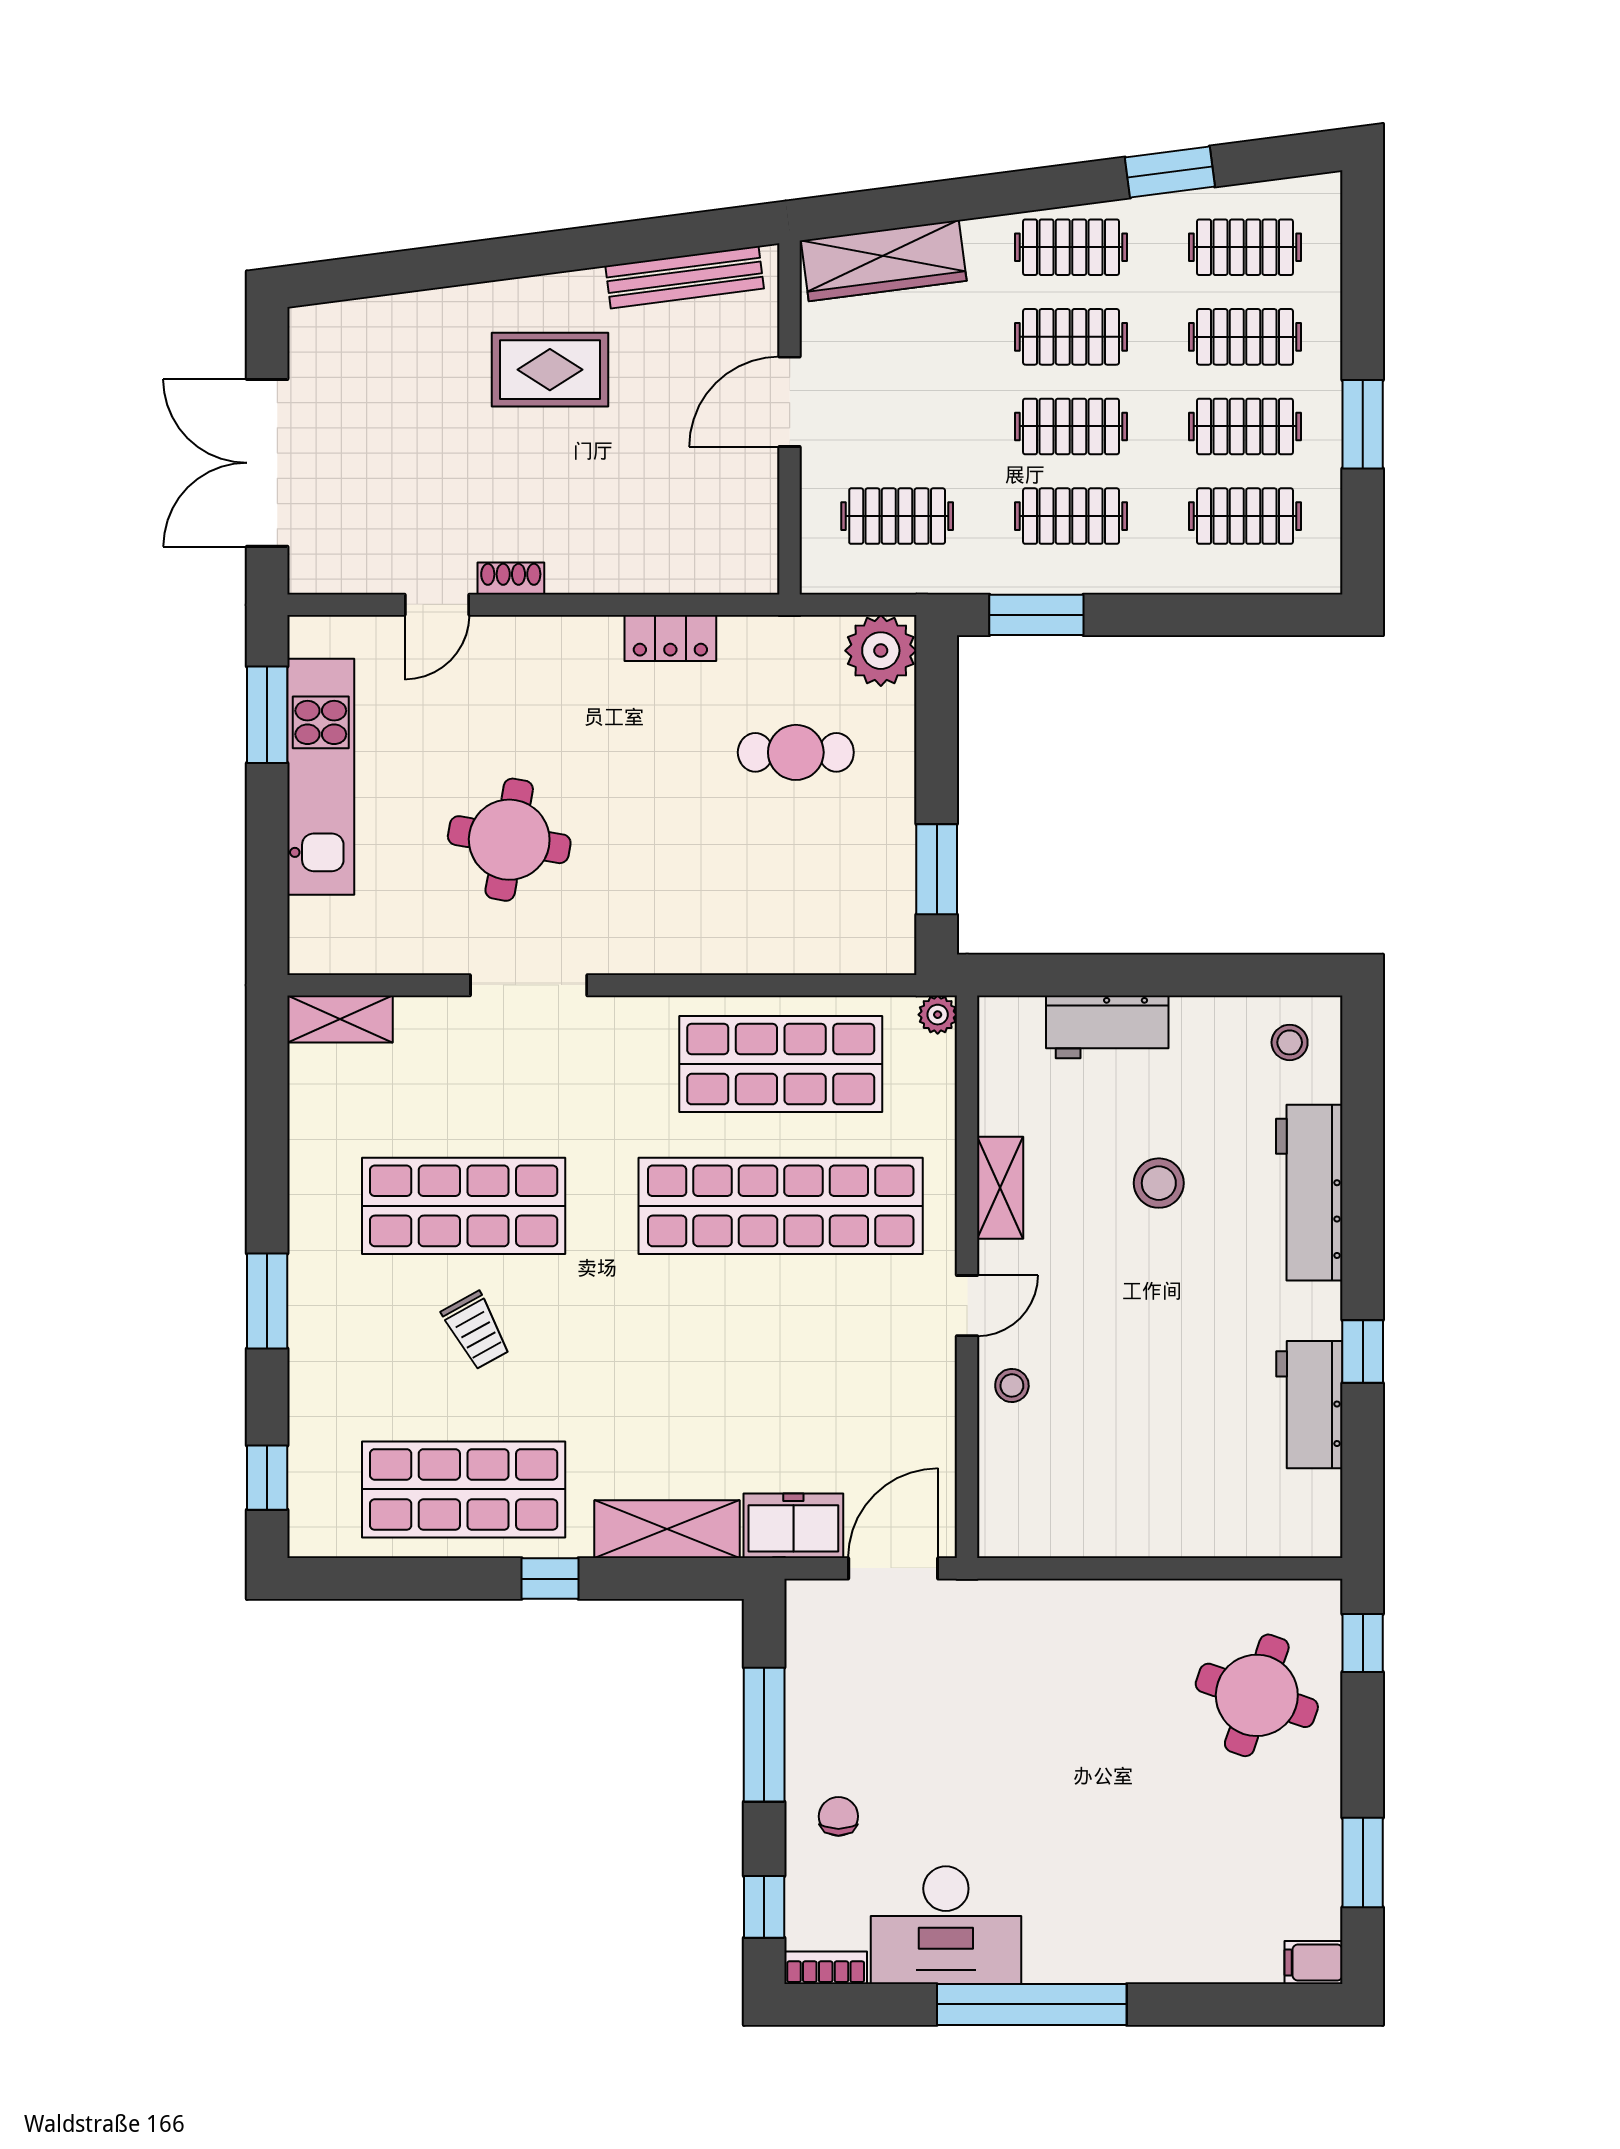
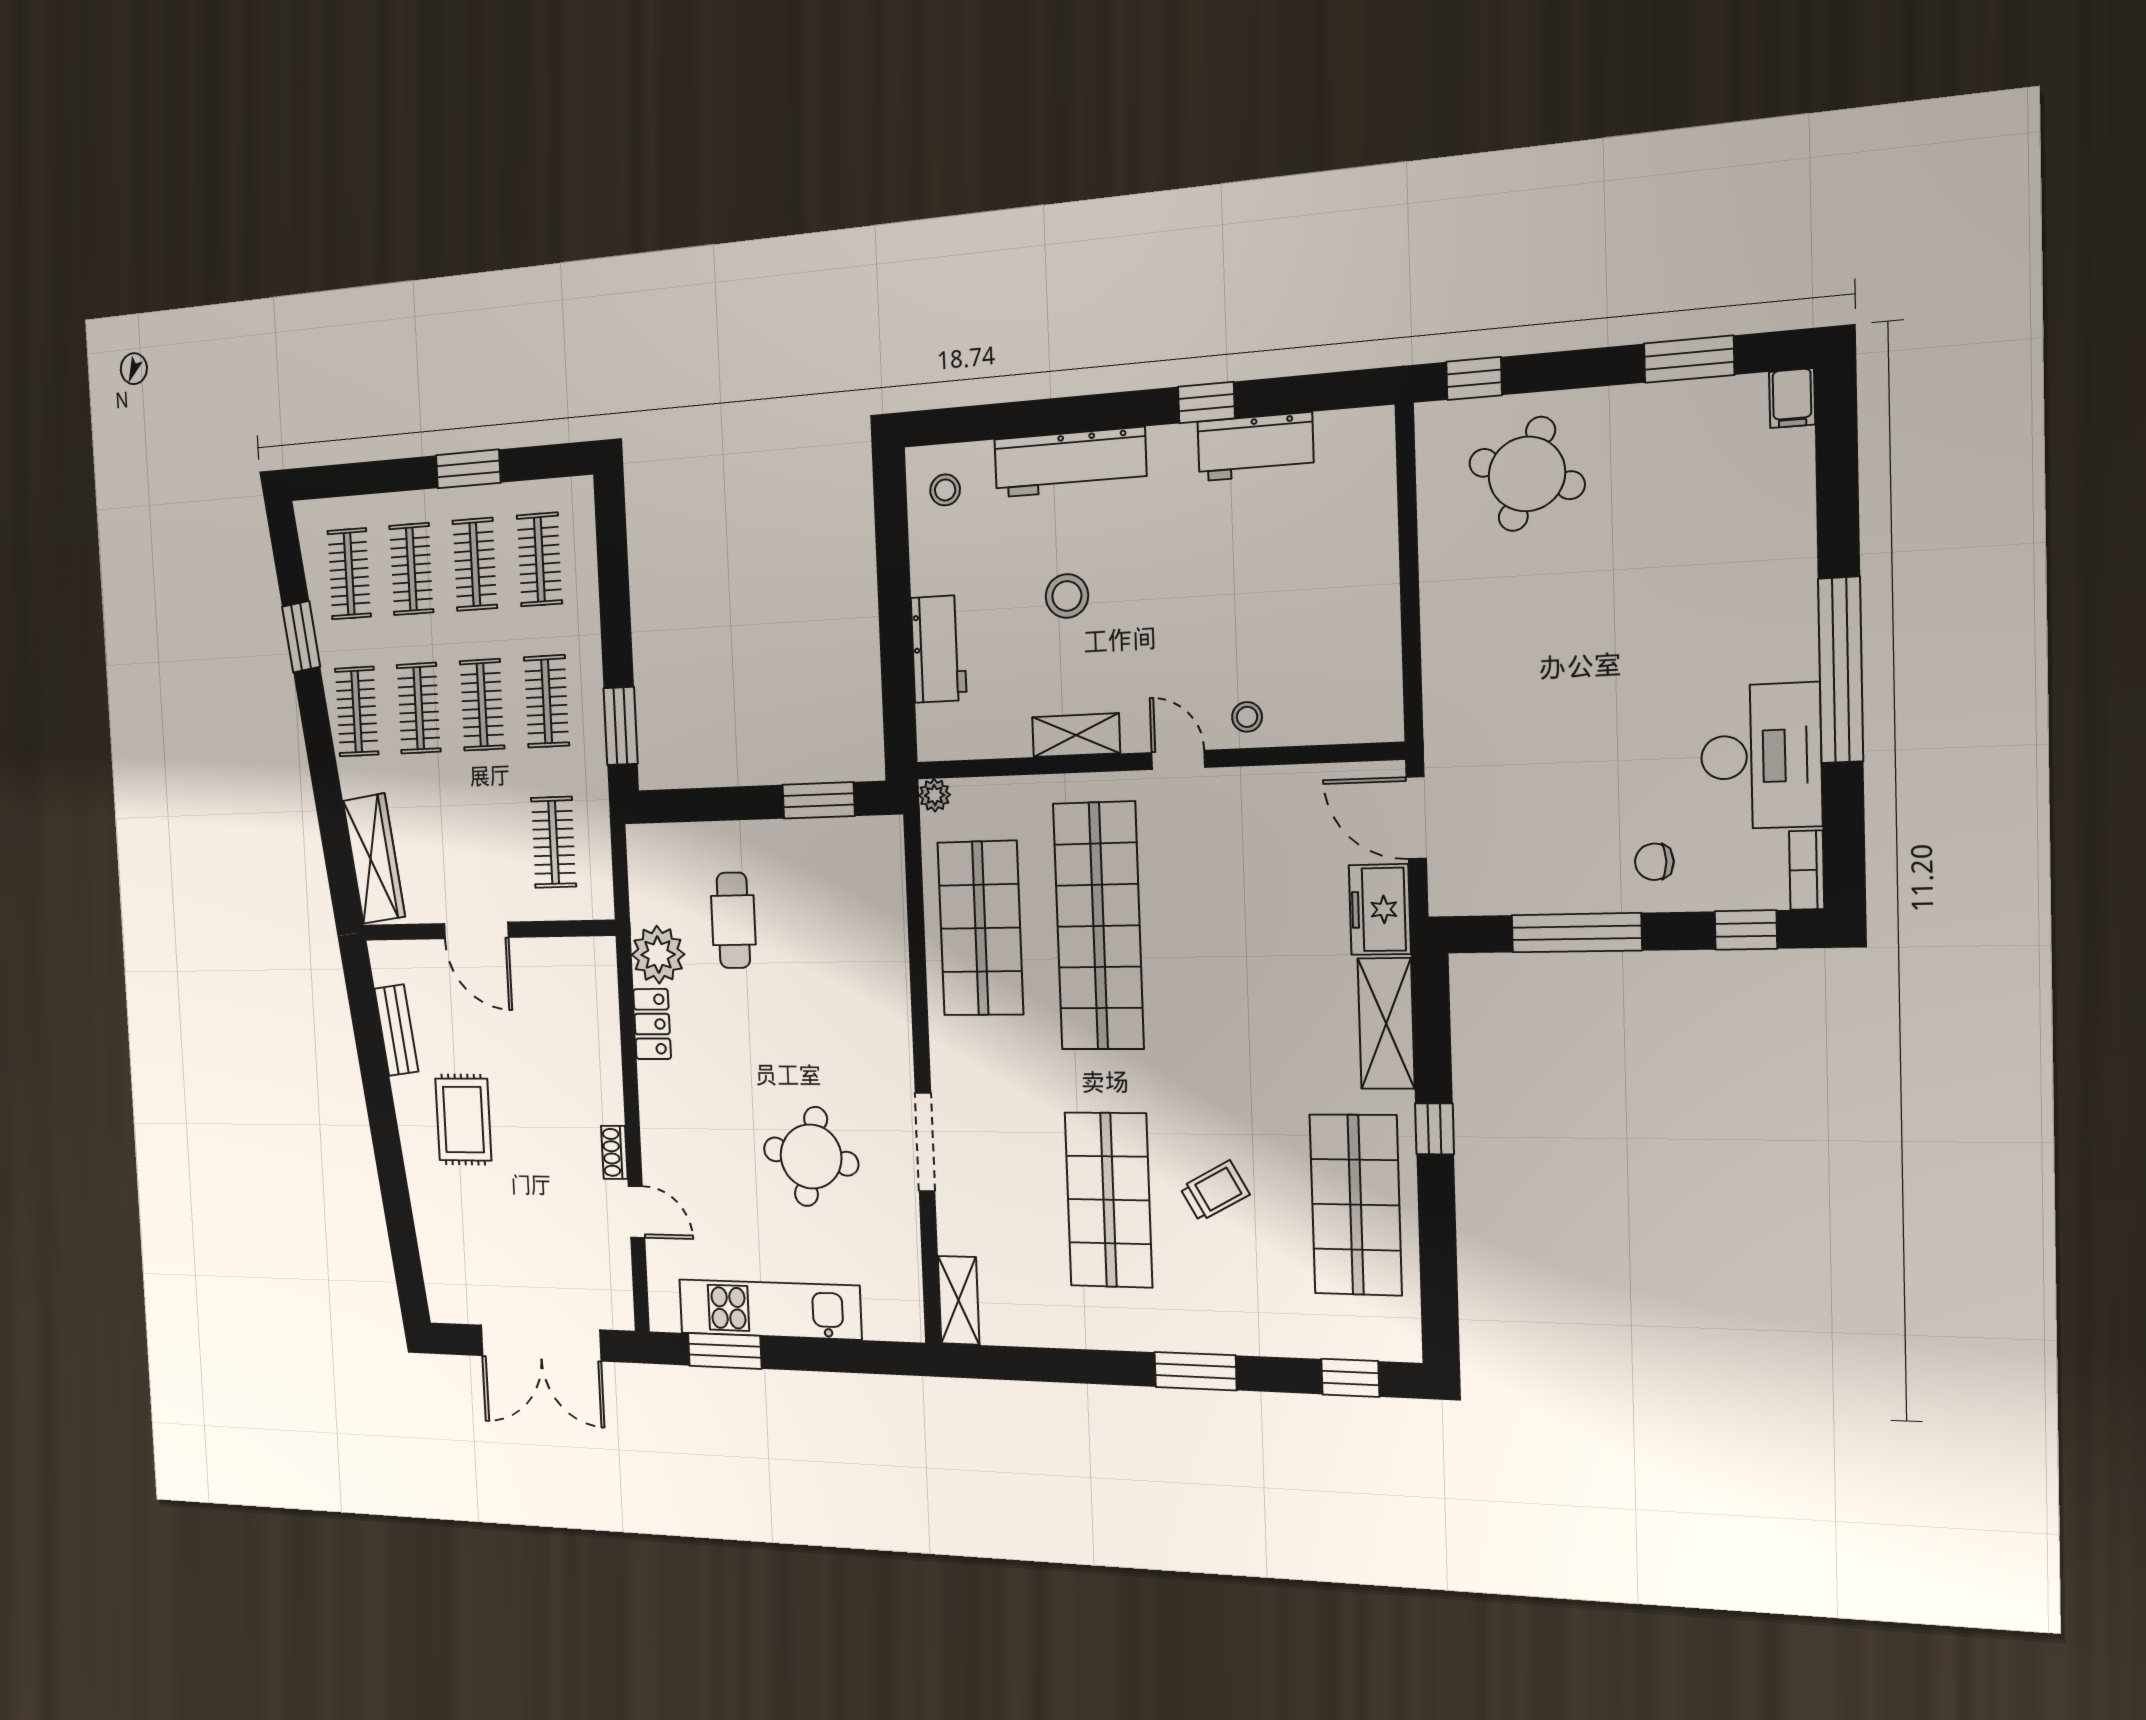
bench: (685, 277) -> (396, 1030), width x0.73
plant: (881, 651) -> (658, 955), moved

